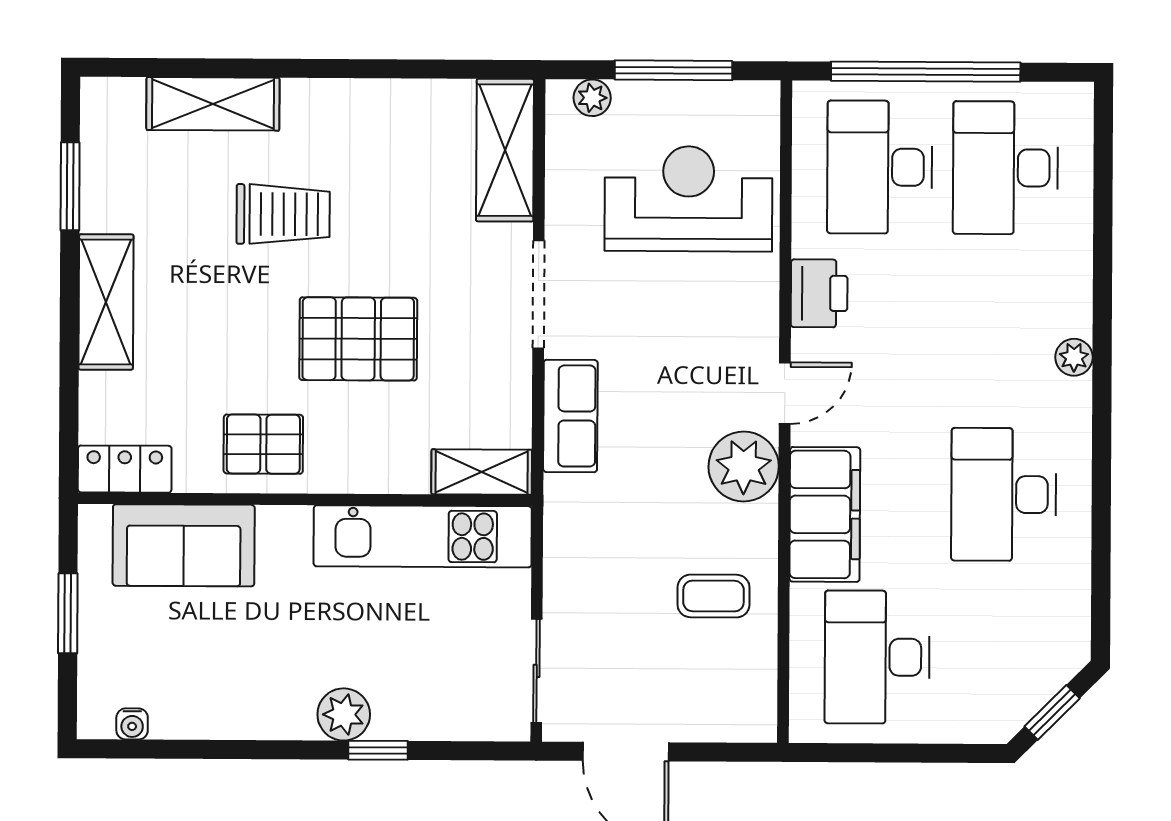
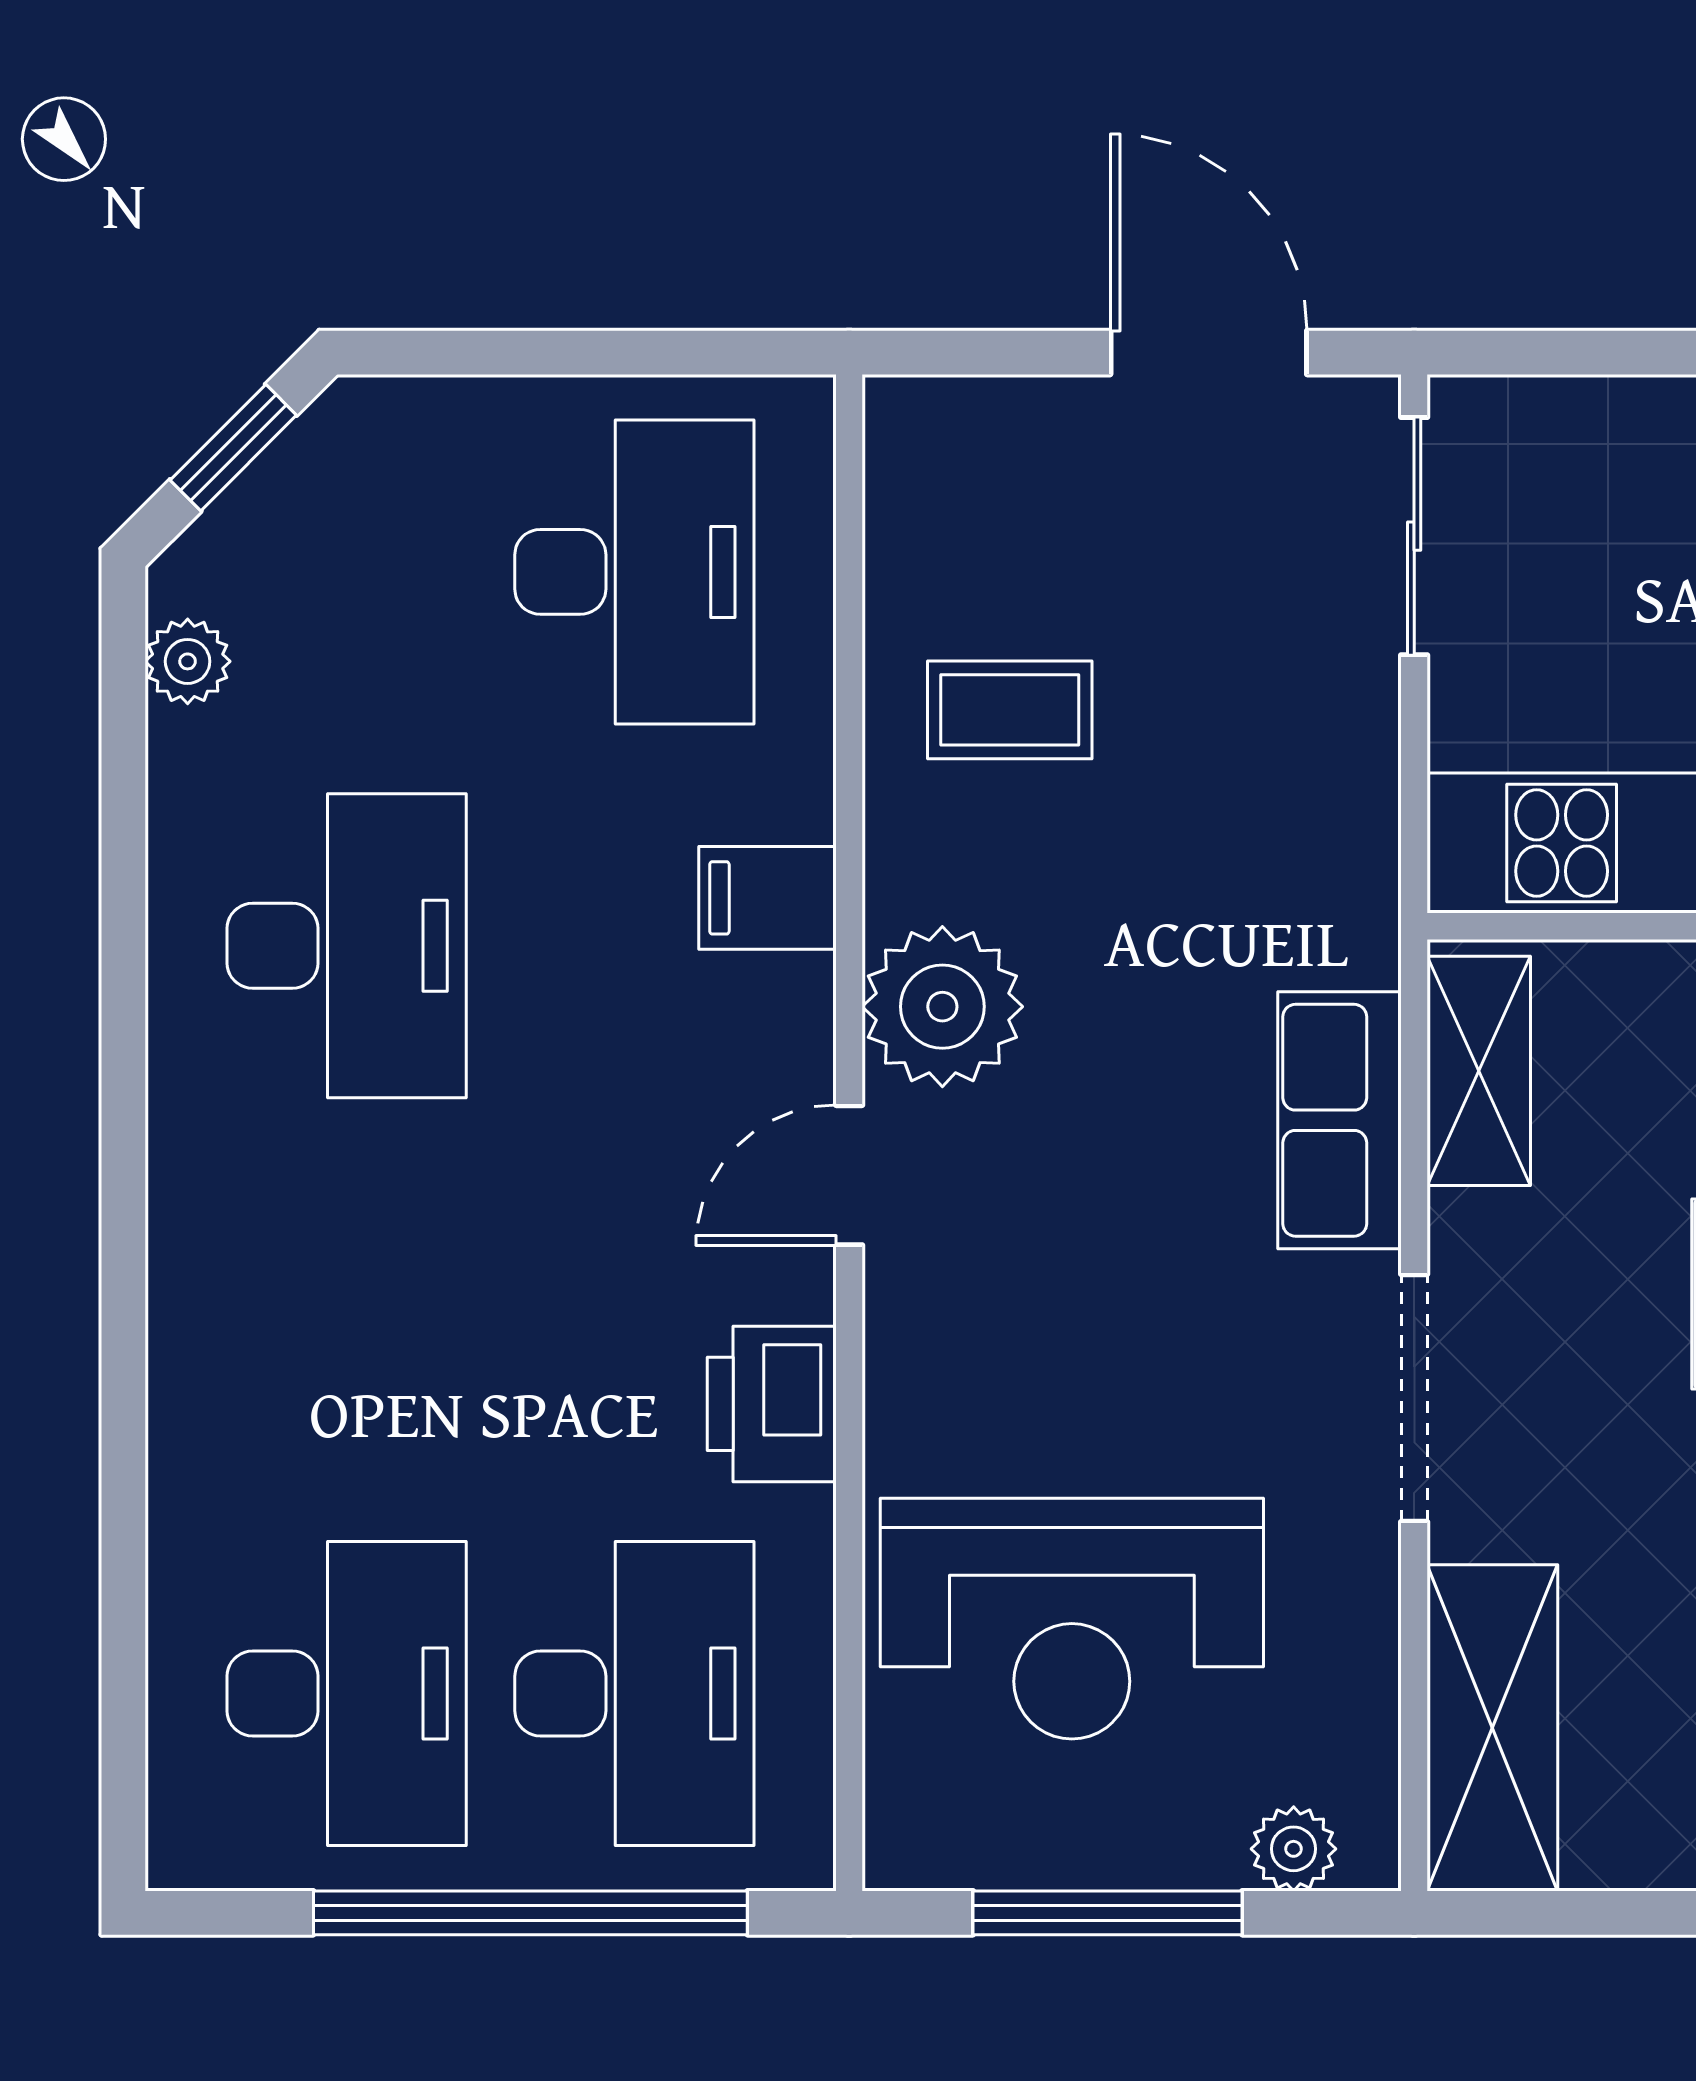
plant: (1074, 357) -> (188, 661), moved
shelving: (482, 472) -> (1479, 1071), moved, turned 90
filing cabinet: (825, 514) -> (767, 898), width x0.33, depth x0.86

